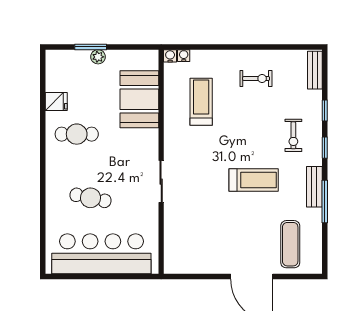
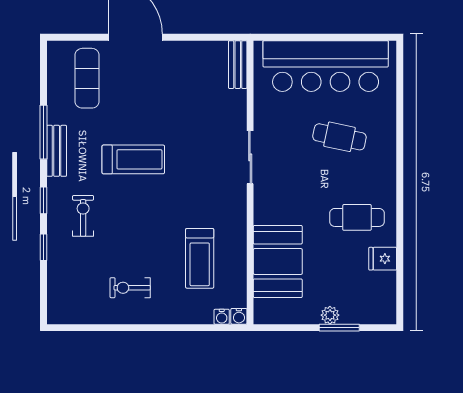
bench: (315, 70) -> (238, 65), moved
treadmill: (254, 180) -> (133, 159), turned 180

